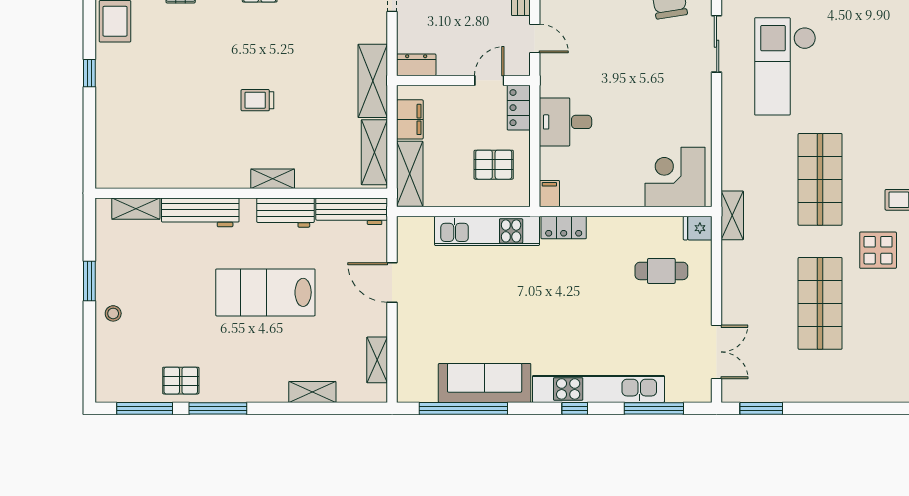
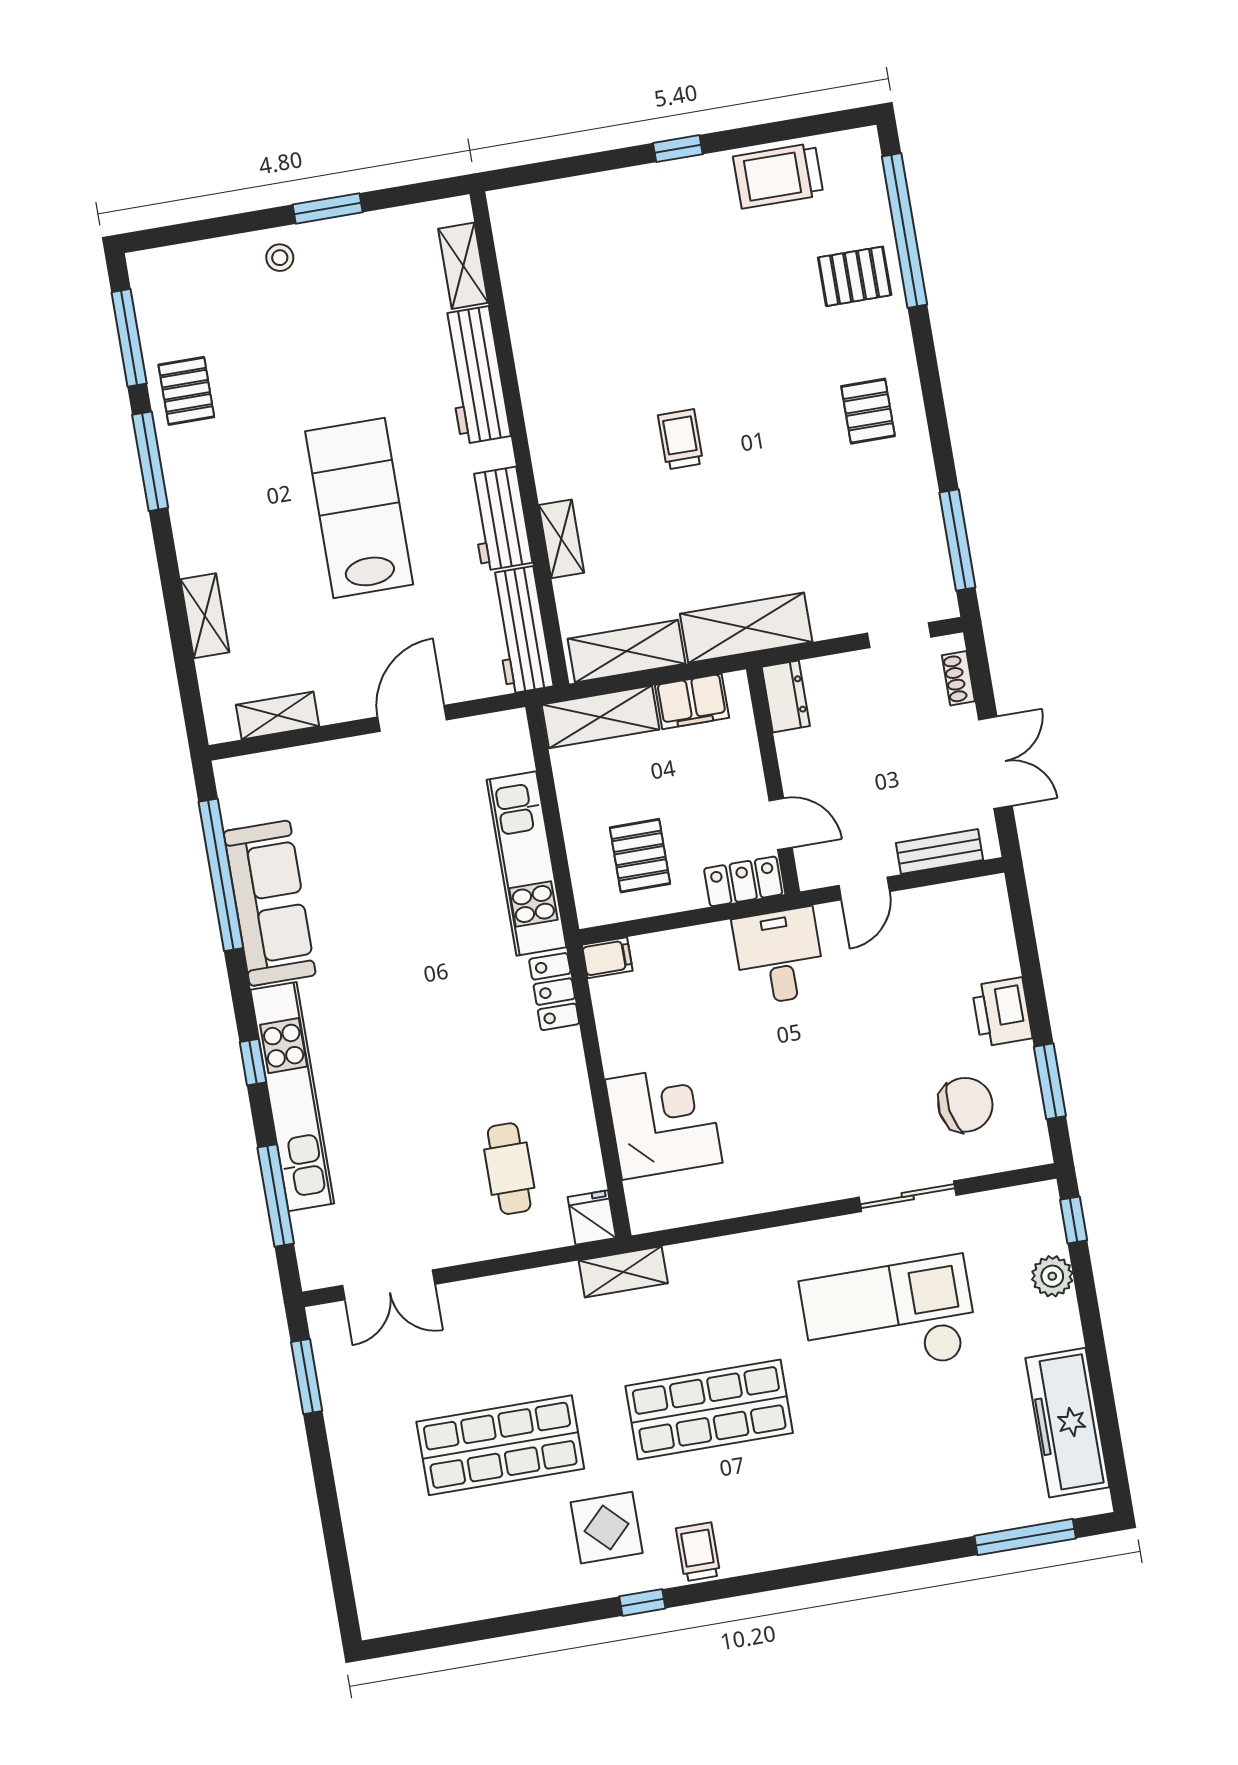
desk: (565, 122) -> (779, 956), moved
corner desk: (675, 177) -> (664, 1121), moved
shelving: (273, 179) -> (561, 539), moved

